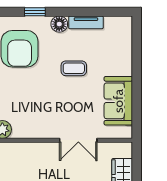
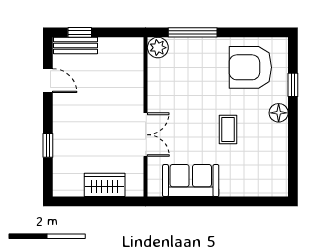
tv unit: (86, 22) -> (281, 143), removed
double door: (78, 140) -> (146, 135), swing flipped

